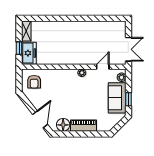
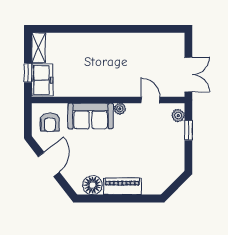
door: (103, 67) -> (150, 100), hinge flipped
sofa: (117, 98) -> (91, 116), moved, turned -90
window: (129, 99) -> (188, 130), moved
door: (40, 119) -> (49, 164), moved

